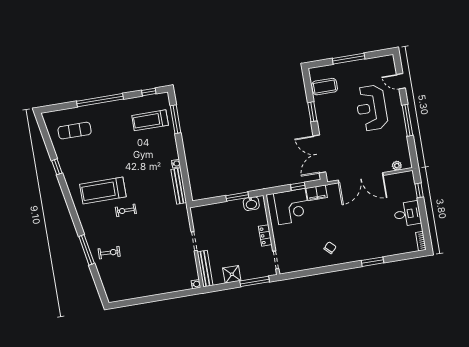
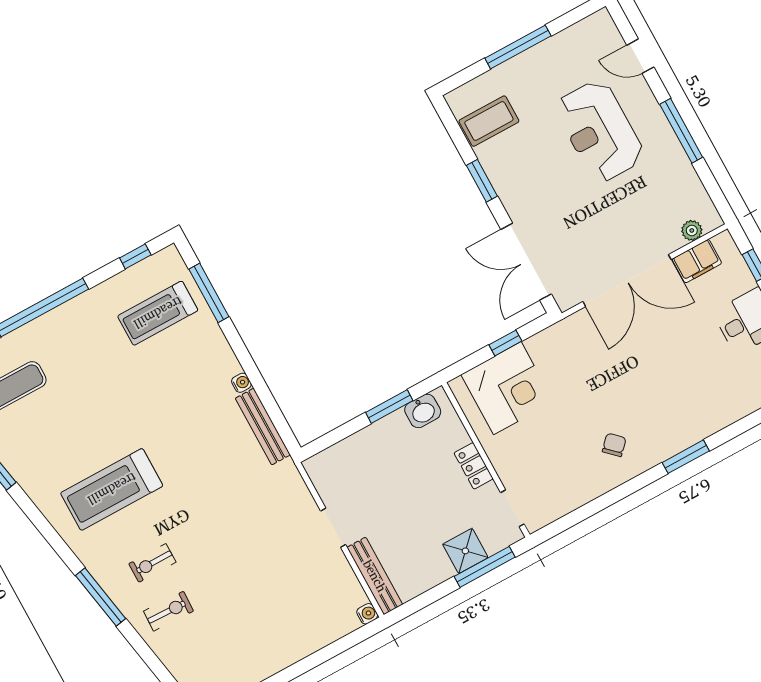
filing cabinet: (317, 193) -> (697, 261), moved
exercise bike: (126, 210) -> (152, 563), moved
window: (87, 250) -> (101, 597), moved
window: (373, 262) -> (686, 457), moved
shower: (232, 274) -> (465, 551), moved

